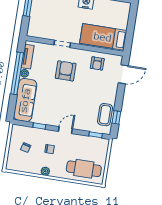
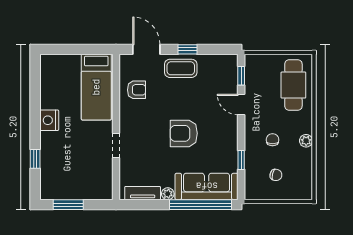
armchair: (66, 71) -> (184, 133), moved
window: (17, 73) -> (200, 205), moved
coffee table: (105, 115) -> (181, 68), moved
window: (116, 117) -> (188, 49), moved
door: (65, 130) -> (241, 105), moved

